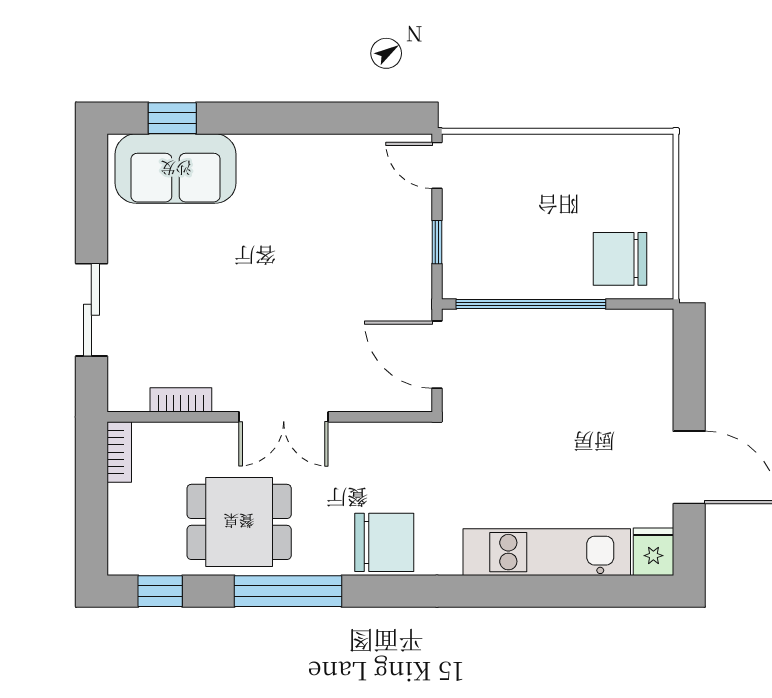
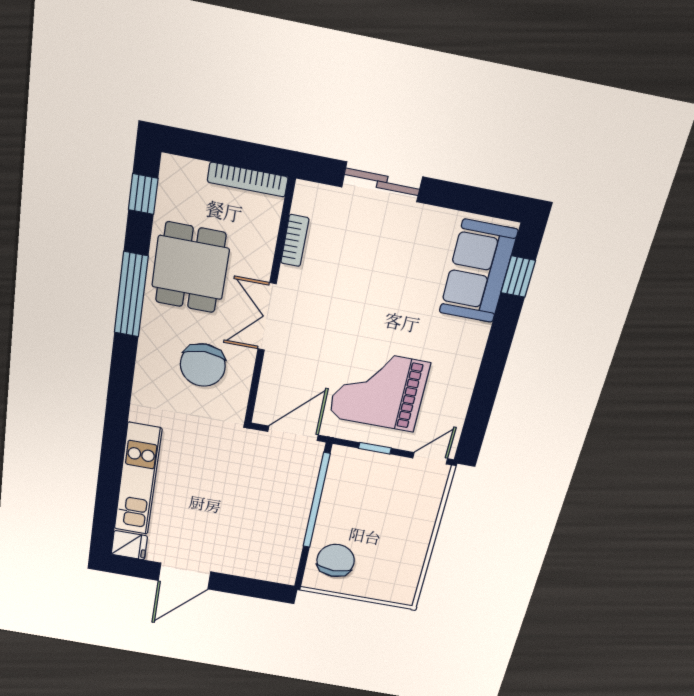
grand piano: (354, 255) -> (379, 390), added
bookcase: (119, 452) -> (248, 180), width x1.56
chair: (384, 542) -> (203, 365), moved

